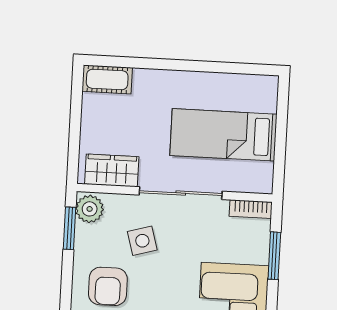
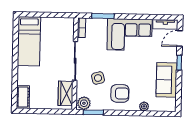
bed: (223, 135) -> (29, 41), moved

